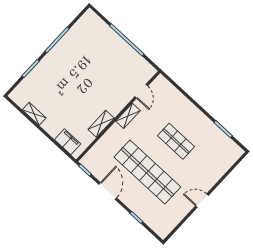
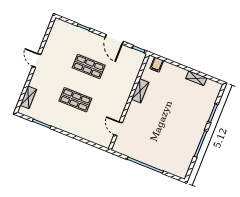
shelving: (128, 116) -> (28, 97), moved
filing cabinet: (68, 142) -> (157, 65), width x0.50
shop shelf: (147, 172) -> (89, 67), width x0.50, depth x0.74
door: (202, 201) -> (37, 60), swing flipped

